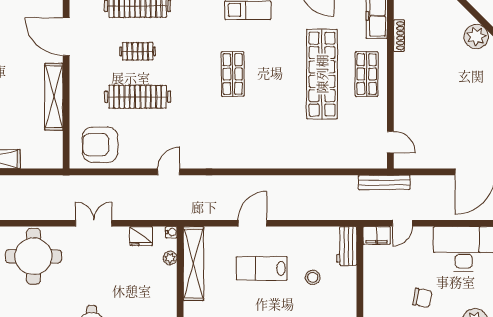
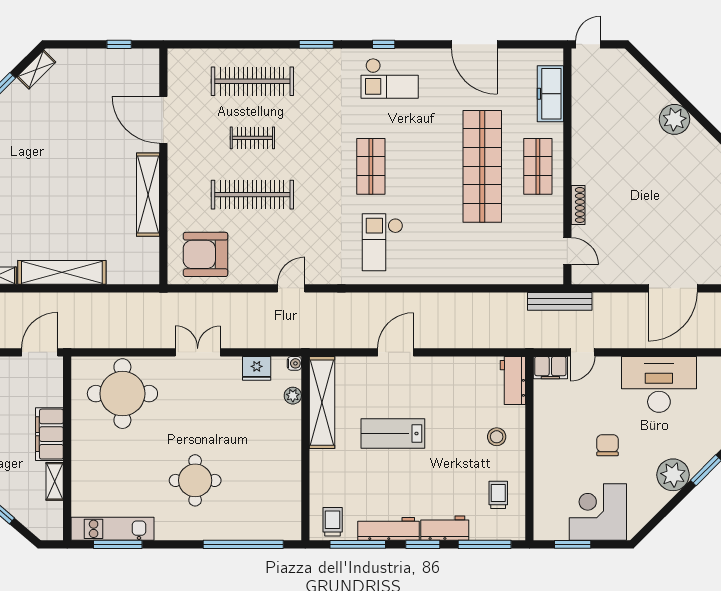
shoe rack: (399, 36) -> (578, 205), moved
checkout: (242, 135) -> (382, 242), added
lab bench: (262, 268) -> (393, 433), moved
stool: (313, 277) -> (497, 437), moved
chair: (422, 298) -> (608, 445), turned -100

